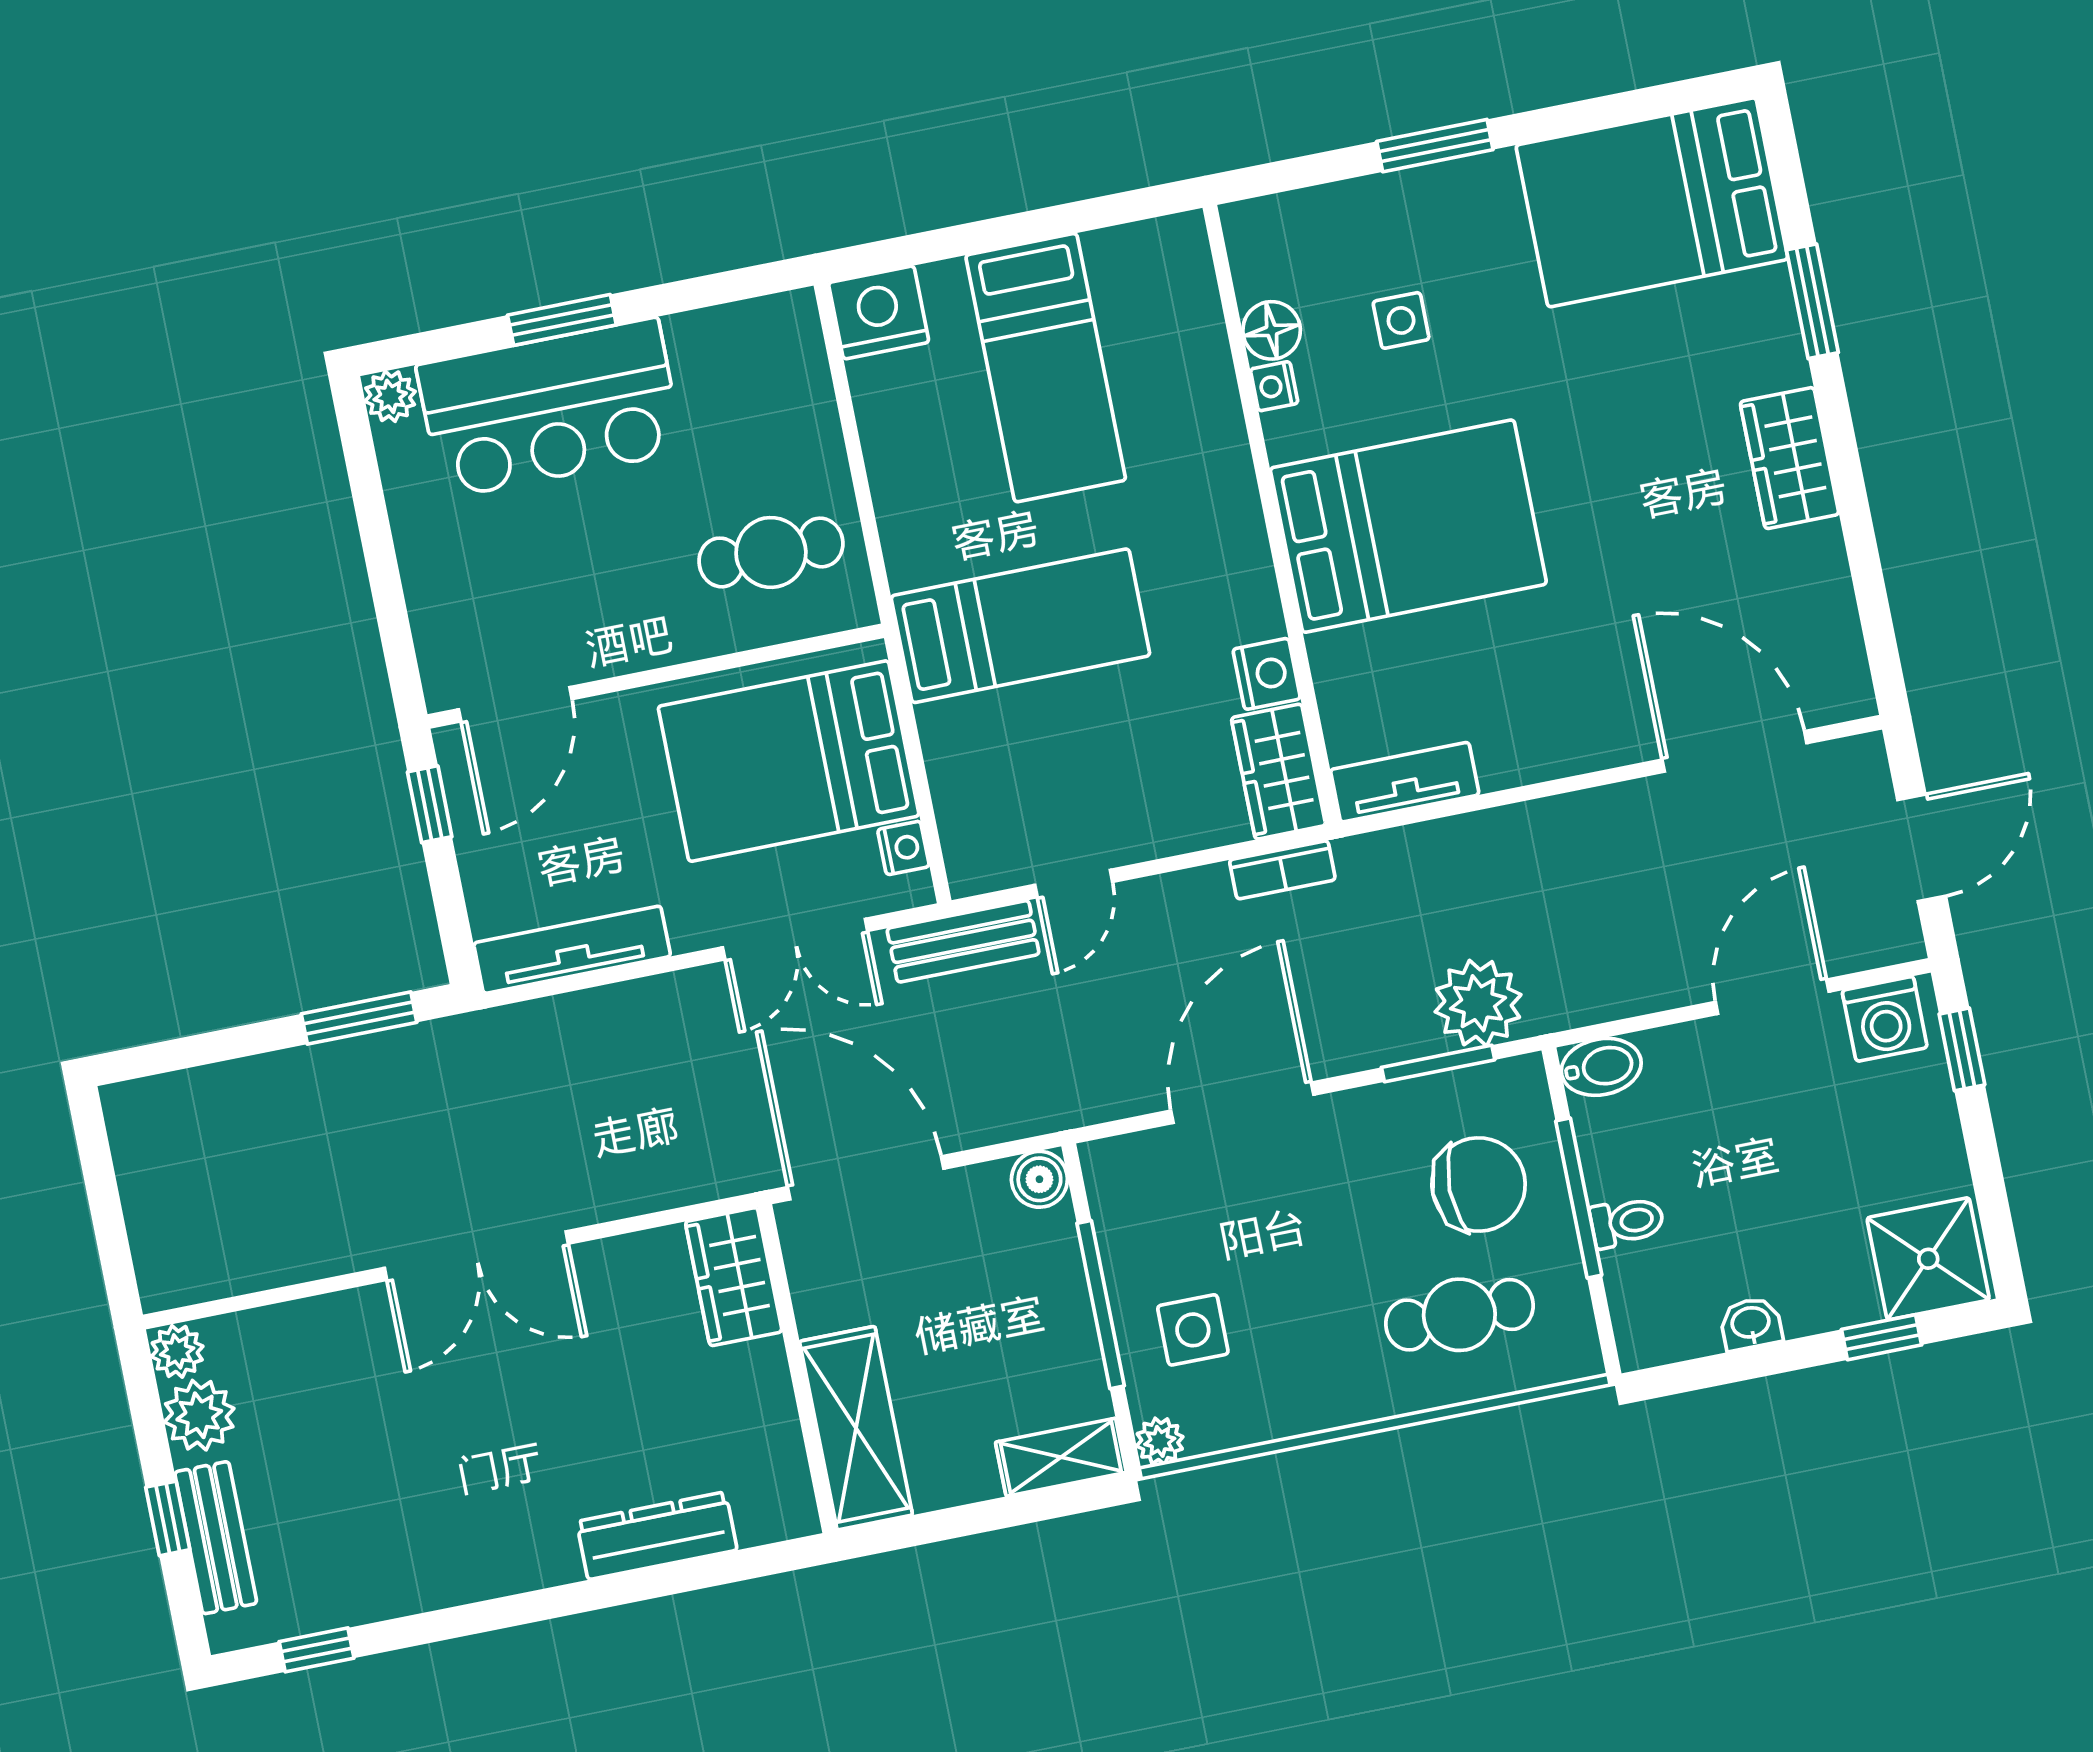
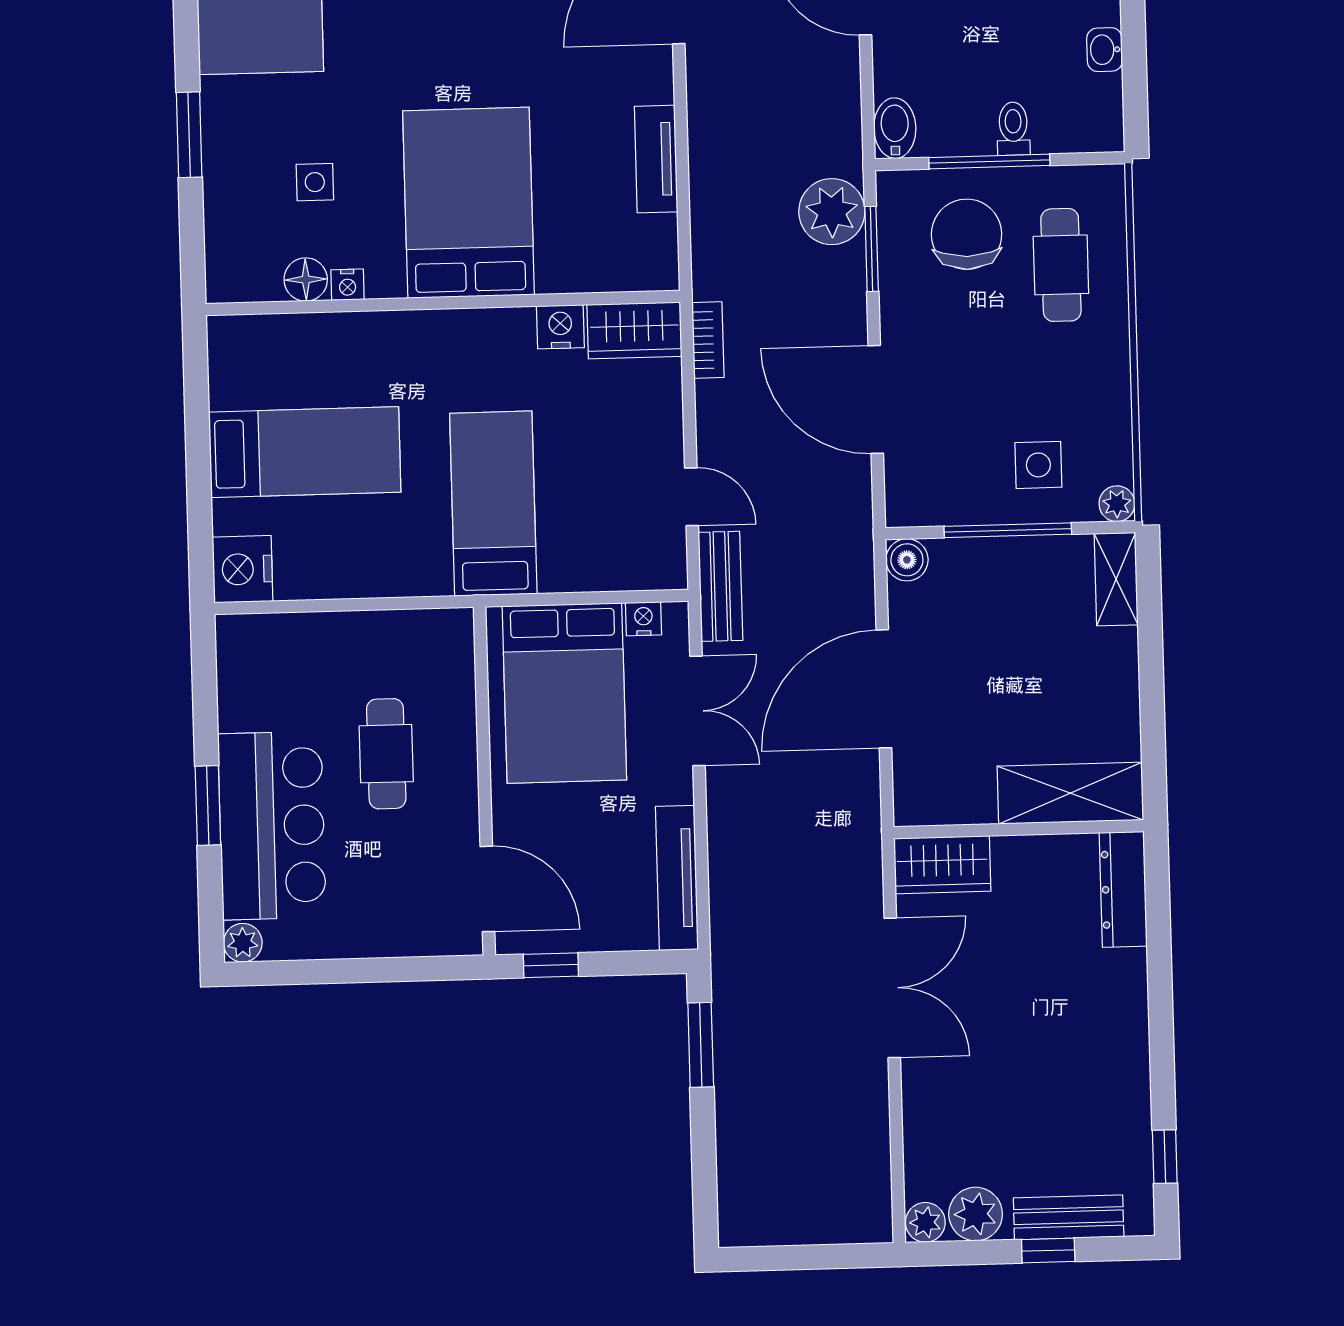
cafe table: (771, 552) -> (386, 754), moved
tv unit: (1405, 782) -> (656, 159), moved
wardrobe: (734, 1277) -> (942, 865), moved
wall: (797, 1369) -> (1019, 829), moved
shelving: (856, 1428) -> (1070, 793), moved

